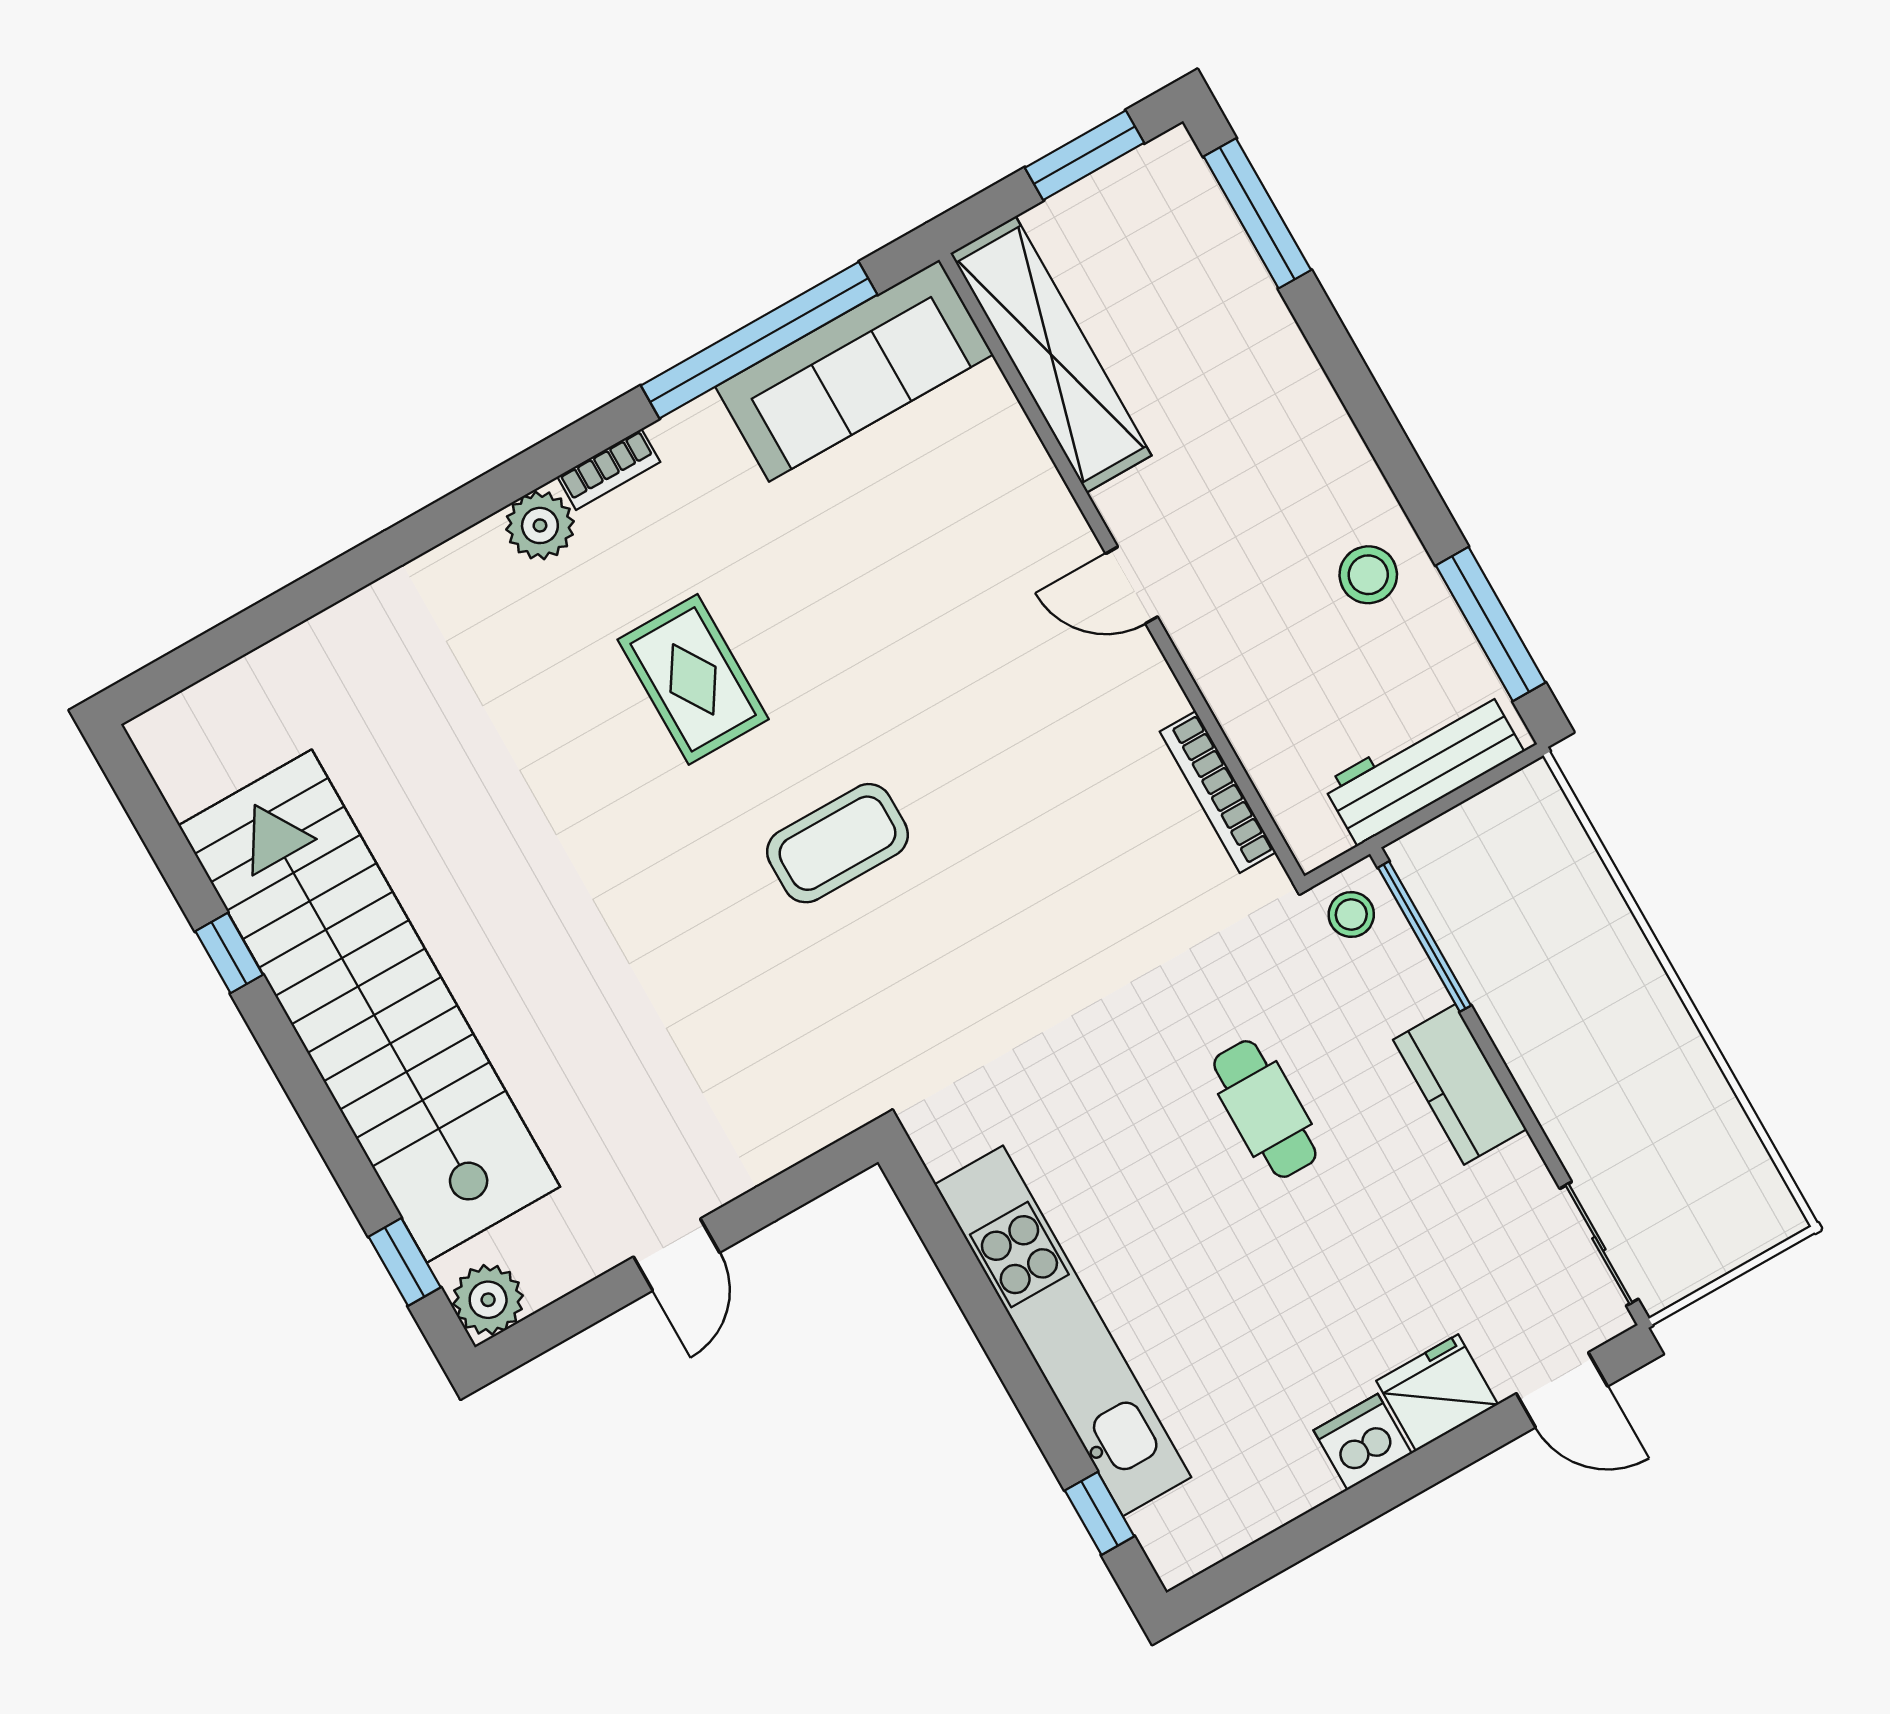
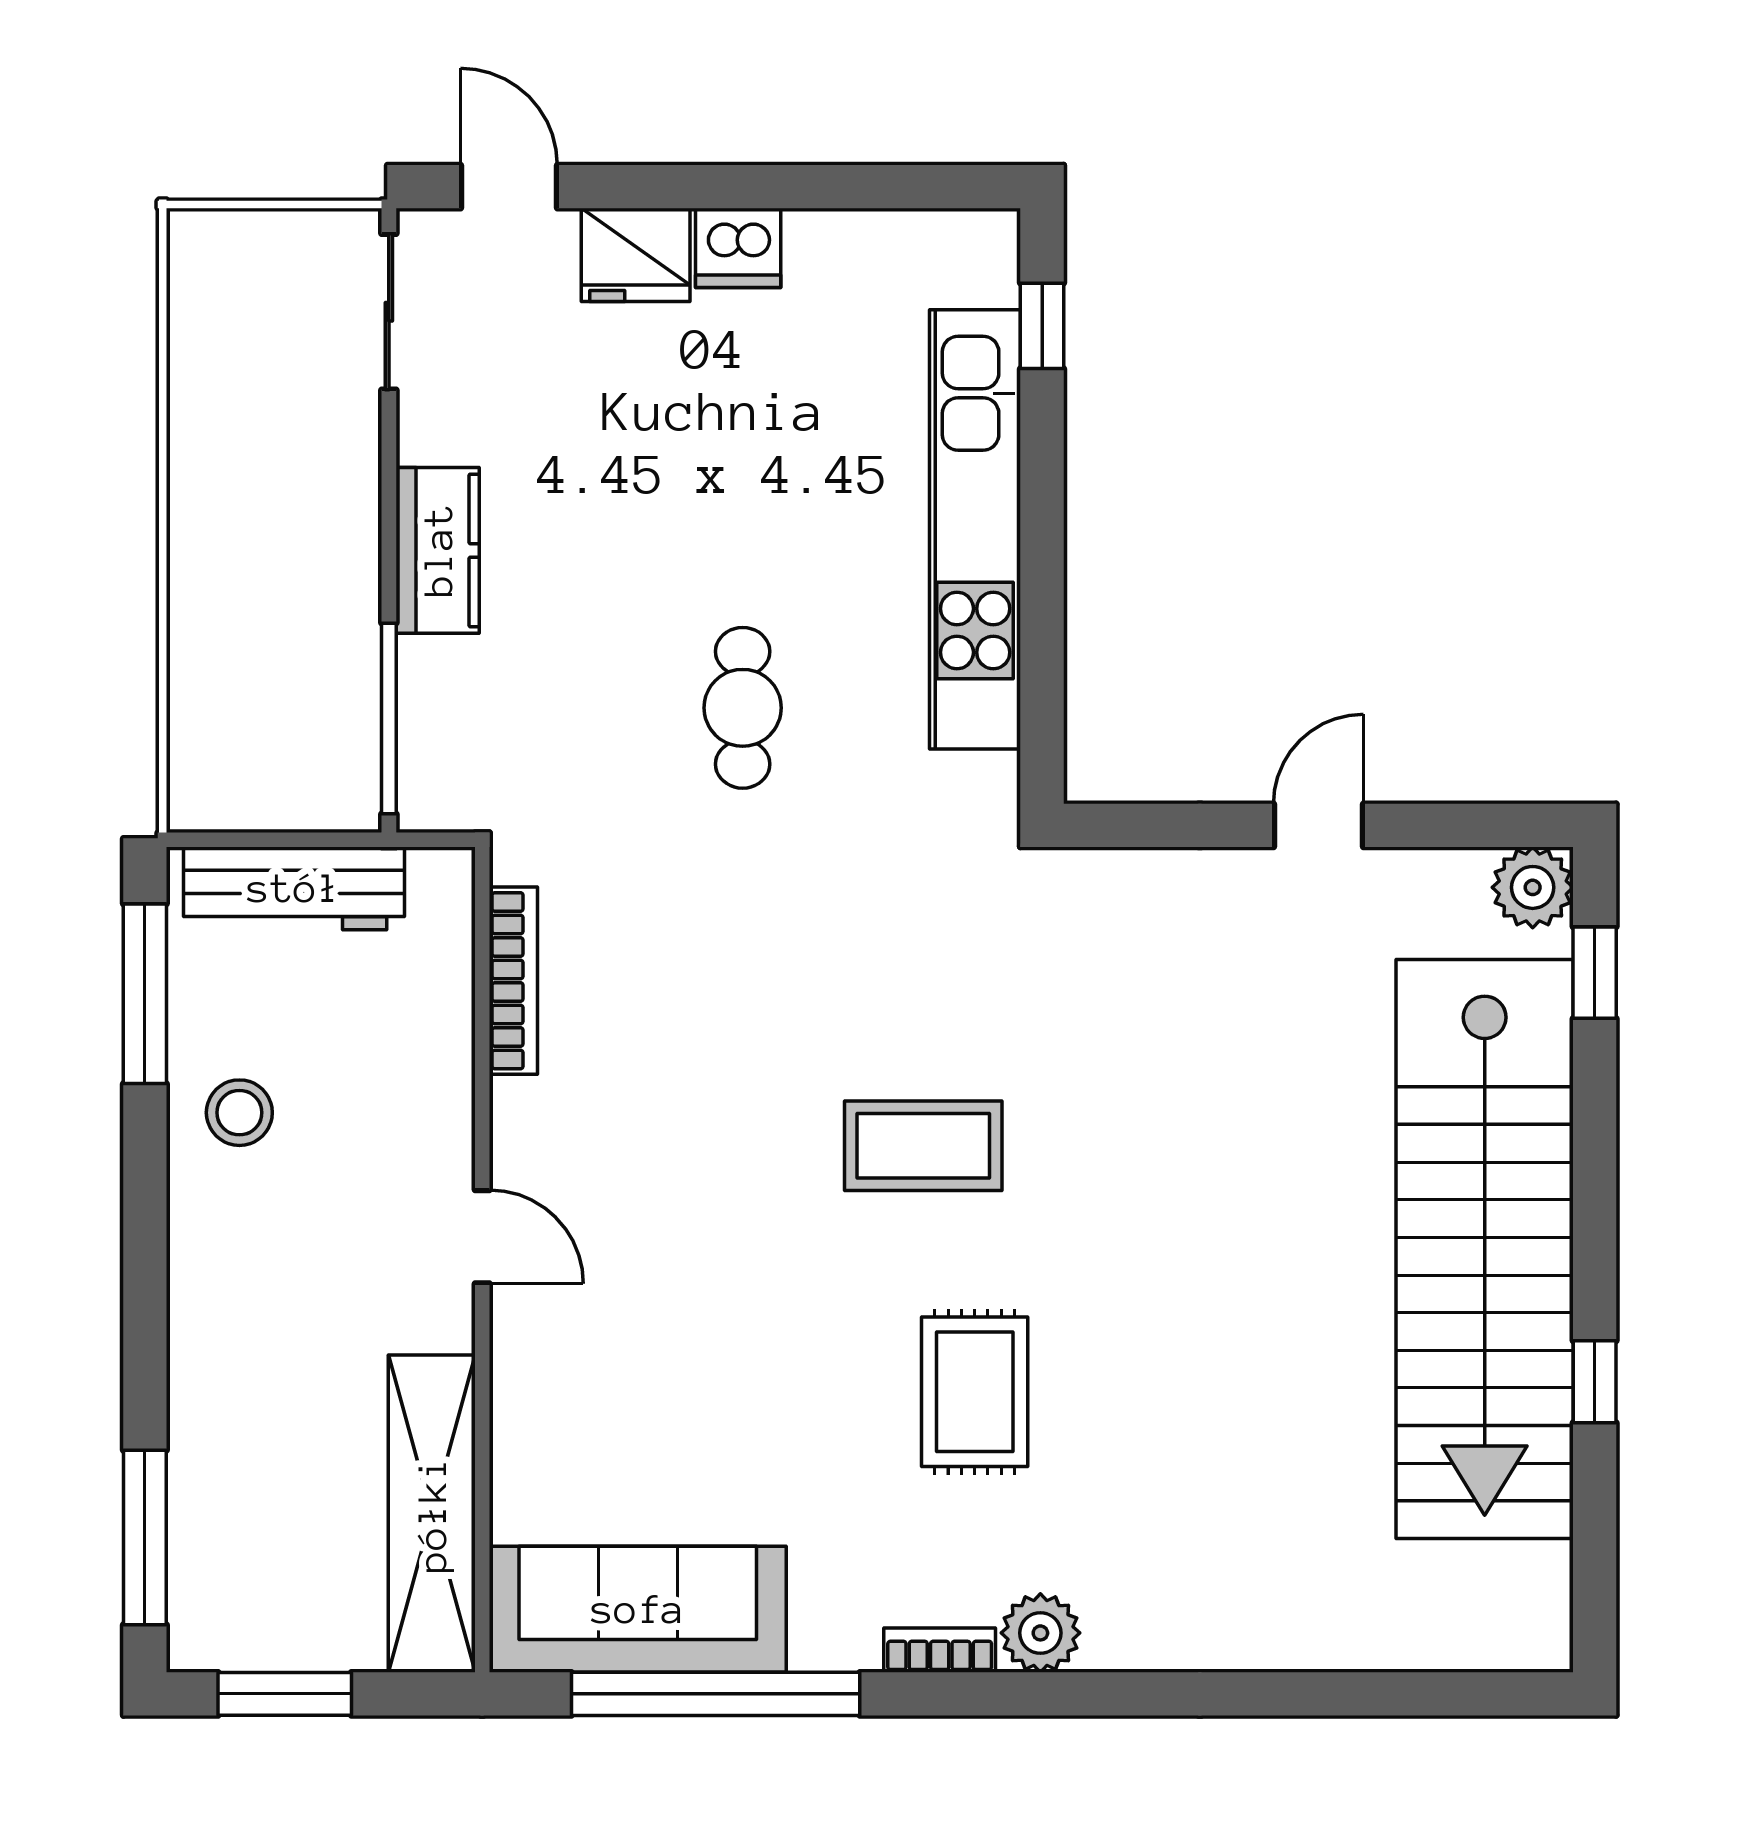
stool: (1351, 915) -> (450, 782), removed
cafe table: (1265, 1109) -> (743, 708), moved

